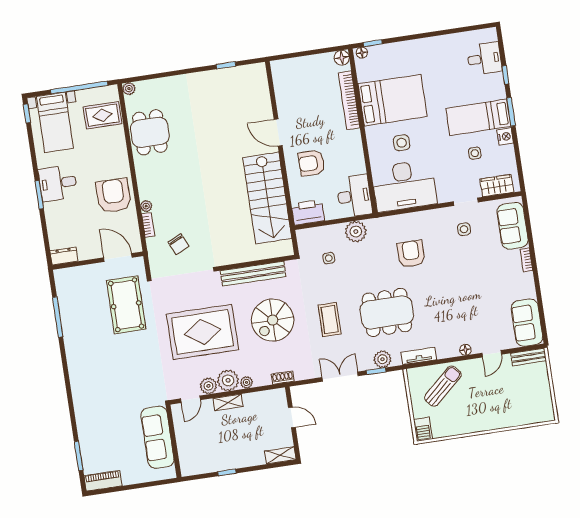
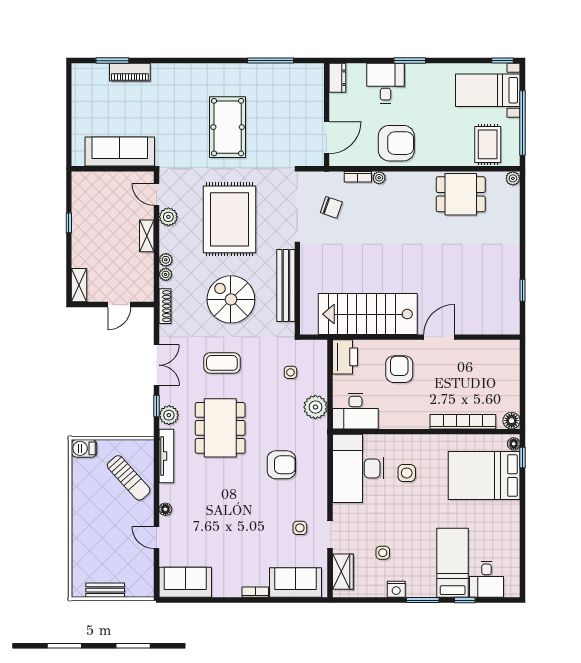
bed: (393, 100) -> (484, 476), moved, turned 90
bed: (478, 117) -> (453, 563), moved
desk: (58, 183) -> (386, 83), moved
chair: (178, 244) -> (331, 207), turned -136
pool table: (126, 305) -> (228, 127), moved, turned 90
tv unit: (419, 356) -> (166, 456), width x1.41
bench: (529, 357) -> (105, 590), moved, turned 90
shoe rack: (283, 378) -> (165, 306), width x1.43
plant: (228, 380) -> (166, 274), moved, width x0.53, depth x0.53
piano: (103, 481) -> (130, 72), moved, turned 90

